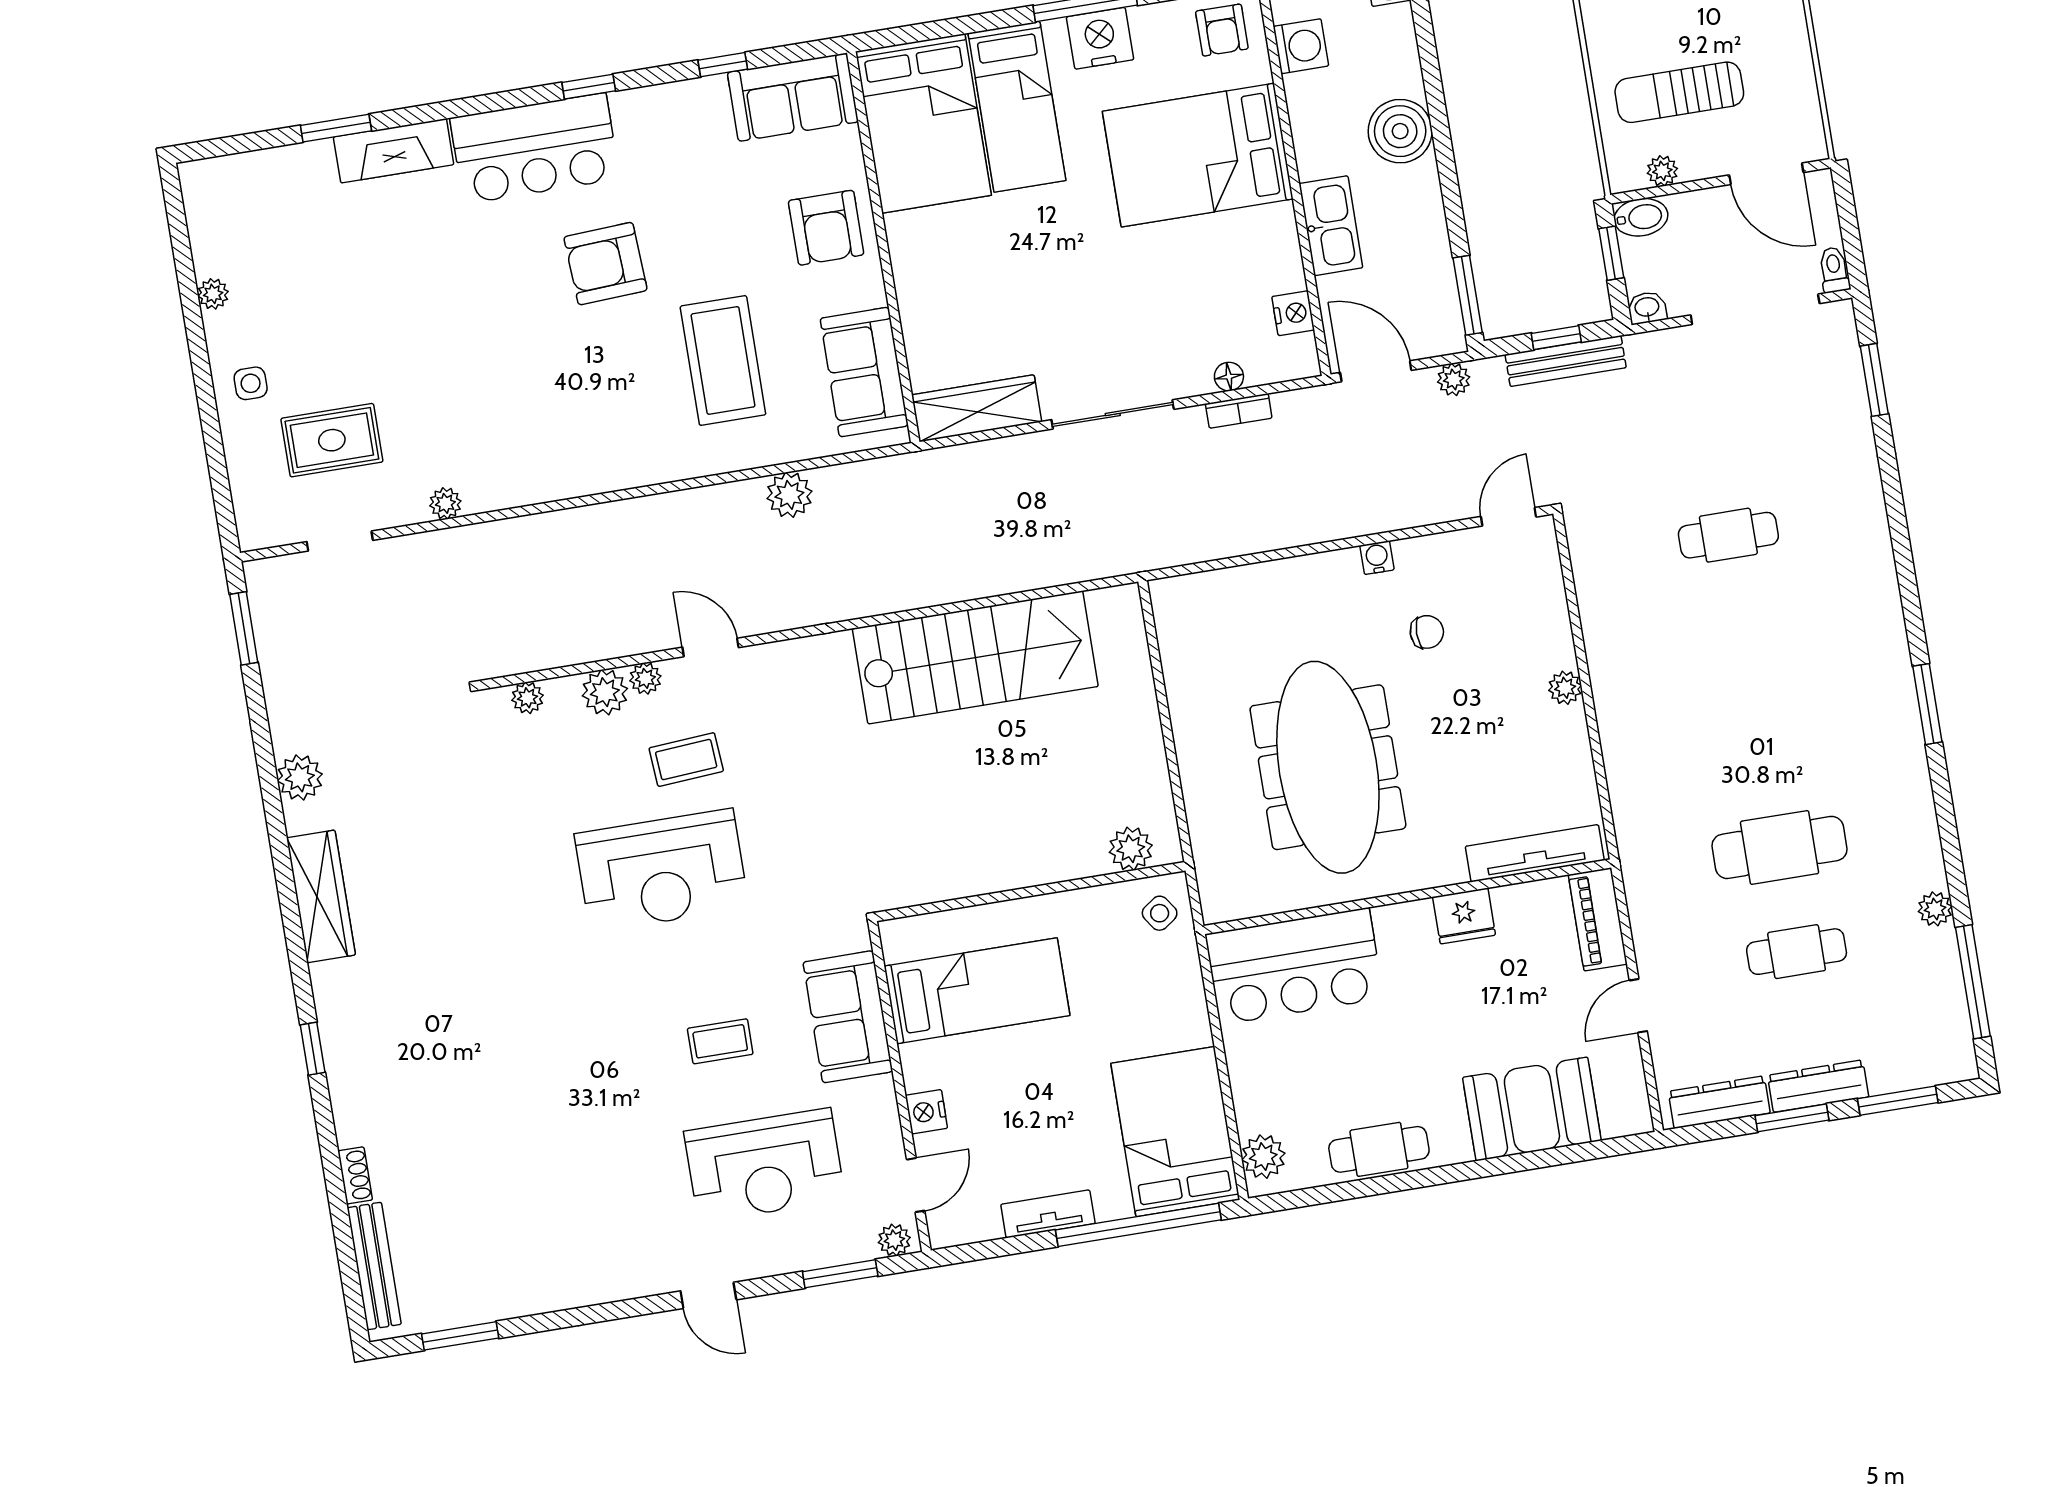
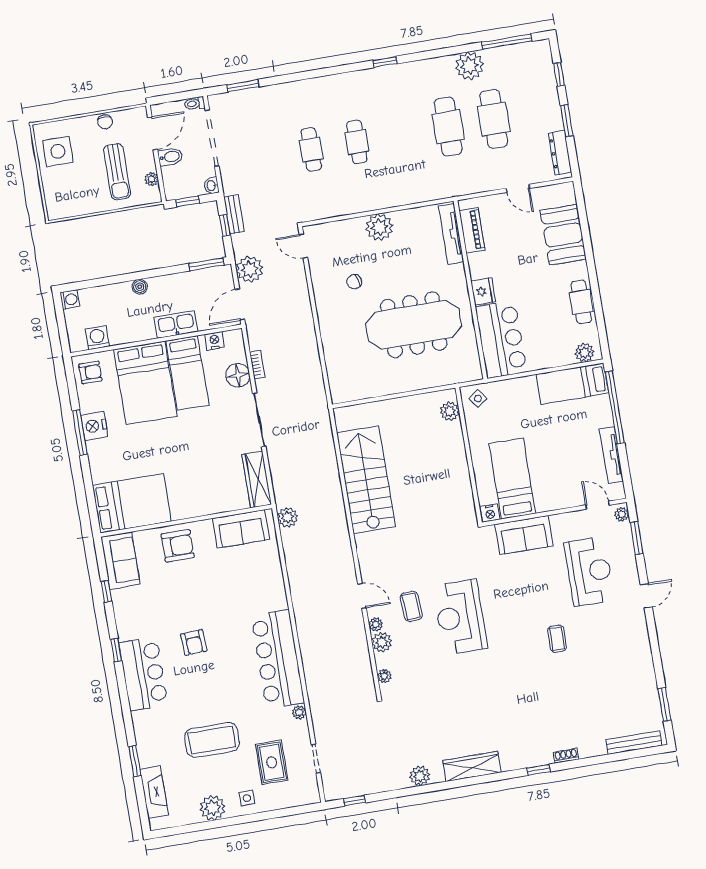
chair: (1793, 65) -> (105, 122), added
bed: (1017, 107) -> (187, 373), moved, turned 90
boiler: (1400, 131) -> (140, 287), width x0.54, depth x0.54
fireplace: (394, 151) -> (154, 792), moved
bidet: (1641, 217) -> (170, 157), moved, turned 90
armchair: (605, 264) -> (194, 643), width x0.72, depth x0.72
plant: (213, 294) -> (213, 808), width x1.87, depth x1.87
coffee table: (723, 360) -> (212, 740), moved
bench: (1566, 361) -> (234, 214), width x0.73
floor lamp: (1229, 377) -> (238, 375), width x1.89, depth x1.89
plant: (1454, 379) -> (250, 269), width x1.88, depth x1.88
bar counter: (567, 455) -> (278, 659), added
plant: (789, 495) -> (288, 517), moved
water cooler: (1377, 558) -> (322, 304), removed
window: (244, 628) -> (354, 801), width x0.67
chair: (1427, 632) -> (354, 282), turned -107
cafe table: (1745, 639) -> (357, 142), added
door: (711, 647) -> (362, 596), swing flipped
plant: (1565, 688) -> (379, 227), width x1.87, depth x1.87
window: (1927, 704) -> (385, 62), width x0.67
reception desk: (662, 871) -> (460, 617), turned 180
plant: (1935, 909) -> (469, 66), width x1.88, depth x1.88
fridge: (1464, 916) -> (483, 291), moved
piano: (1598, 919) -> (472, 230), moved, turned -90
cafe table: (1797, 952) -> (494, 119), width x1.37, depth x1.35
coffee table: (720, 1041) -> (557, 639), moved
dresser: (1818, 1086) -> (553, 109), removed
window: (1898, 1101) -> (559, 74), width x0.67
nightstand: (926, 1112) -> (490, 513), moved
bed: (1175, 1132) -> (572, 384), width x0.67
shoe rack: (355, 1175) -> (566, 756), moved
tv unit: (1048, 1214) -> (611, 455), width x1.41

